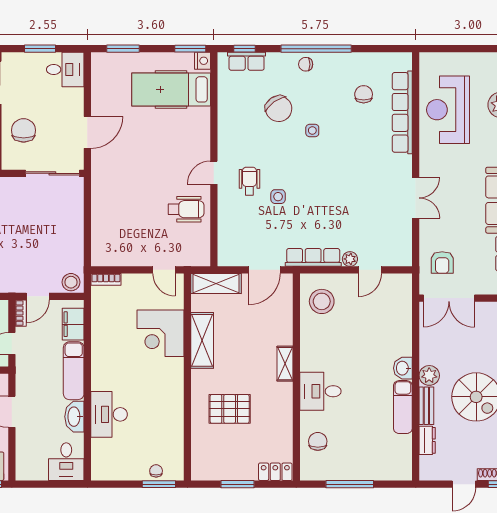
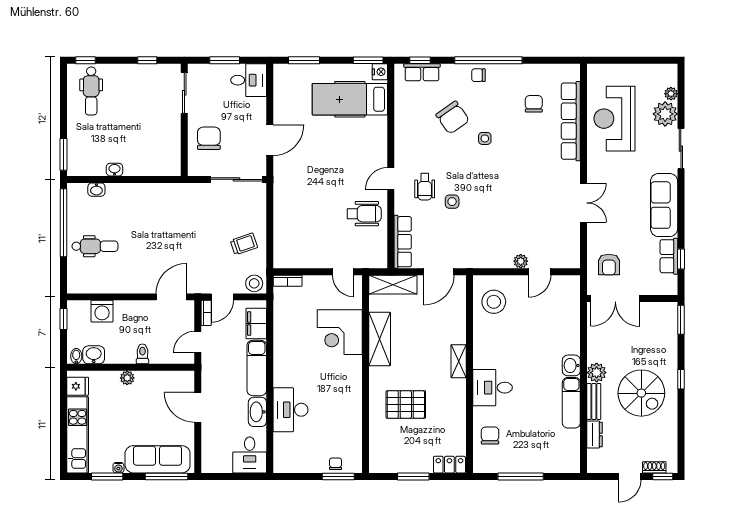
wheelchair: (249, 181) -> (425, 187), turned 180
trolley: (60, 241) -> (244, 244), added
row of seats: (313, 257) -> (403, 242), moved, turned 90

